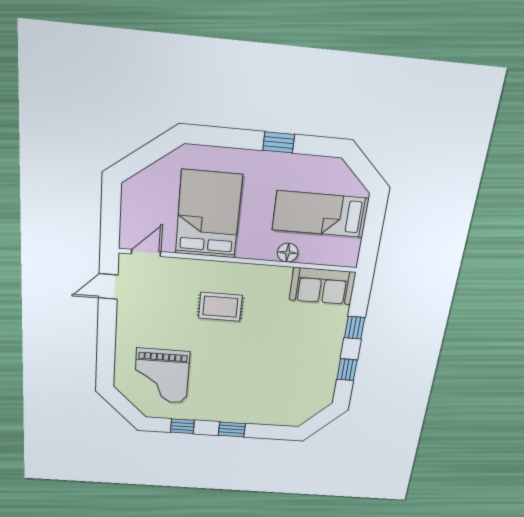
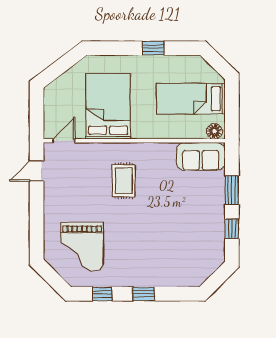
floor lamp: (288, 253) -> (215, 131), moved
rug: (220, 307) -> (124, 181), turned 90
window: (355, 328) -> (232, 190), width x1.50

